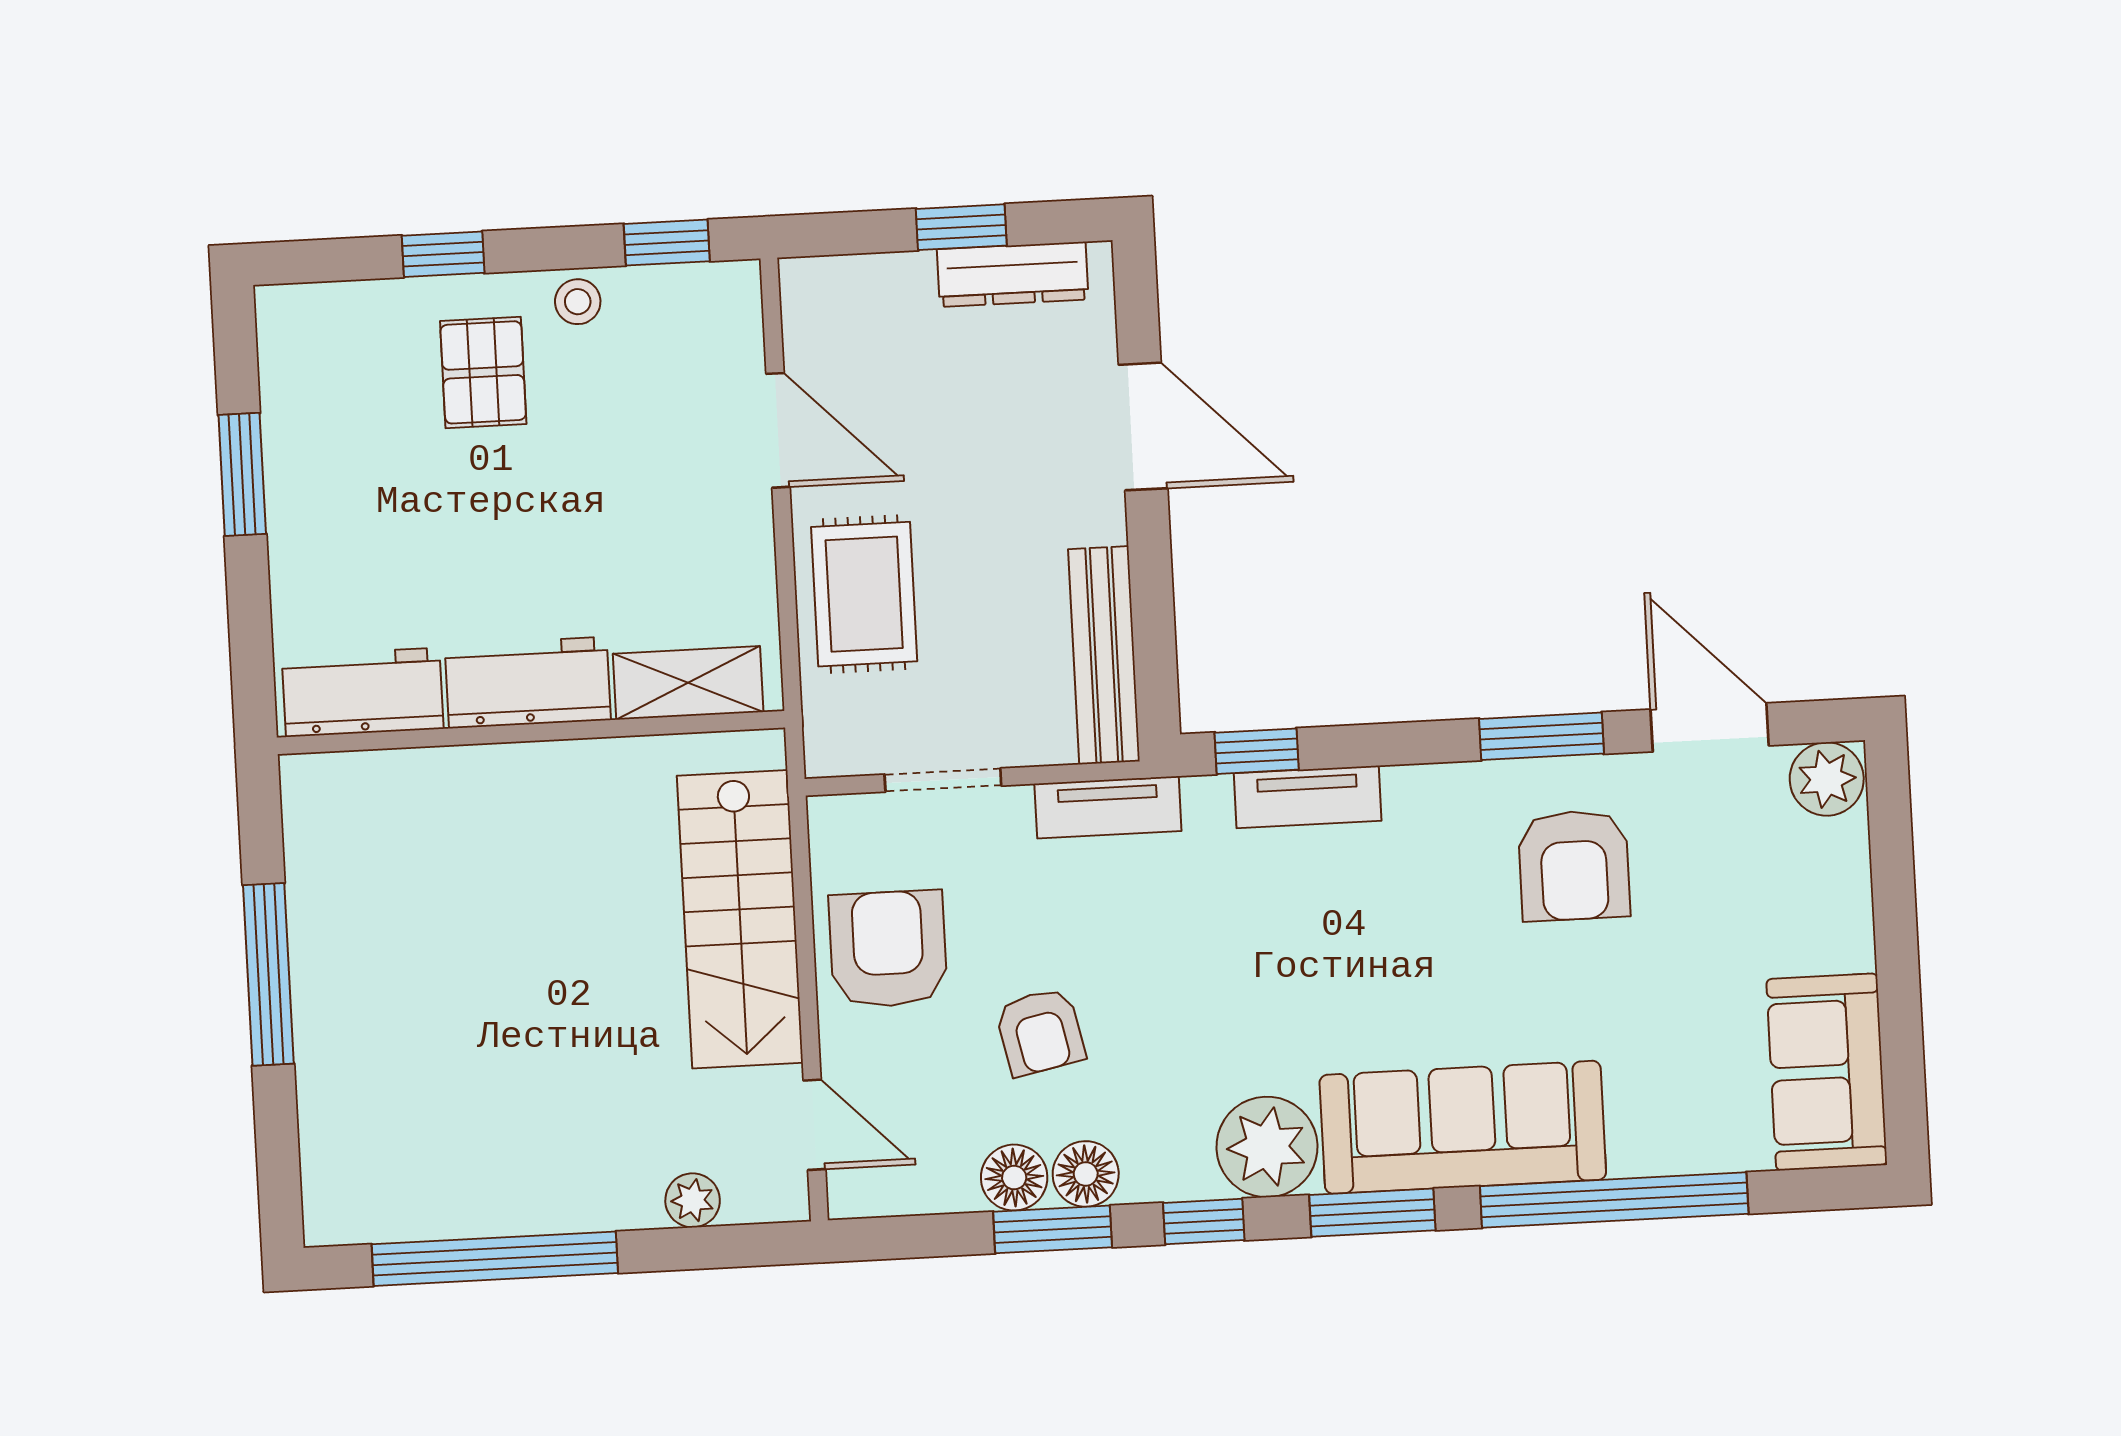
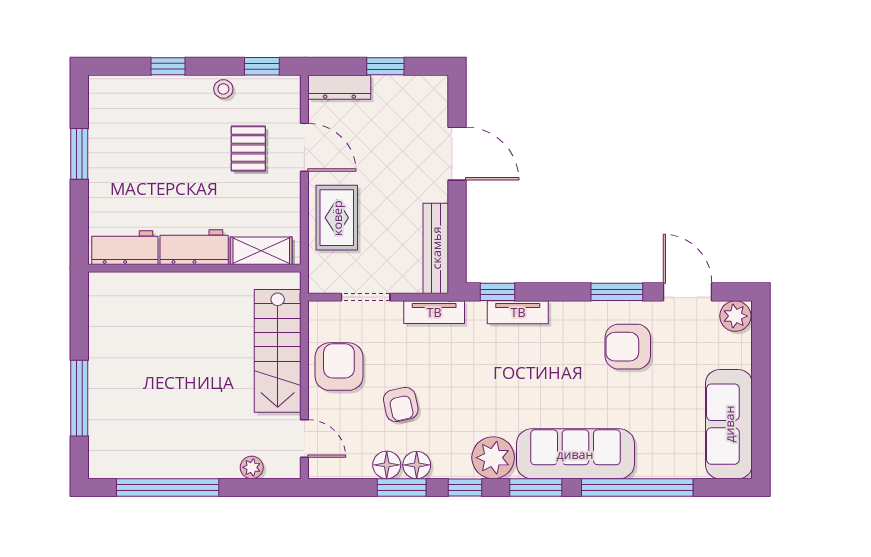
dresser: (1013, 274) -> (339, 87), moved
pallet: (483, 372) -> (248, 149), moved
armchair: (1574, 865) -> (628, 347), turned 90
window: (268, 974) -> (79, 398), moved
sofa: (1827, 1072) -> (729, 424), width x1.36

